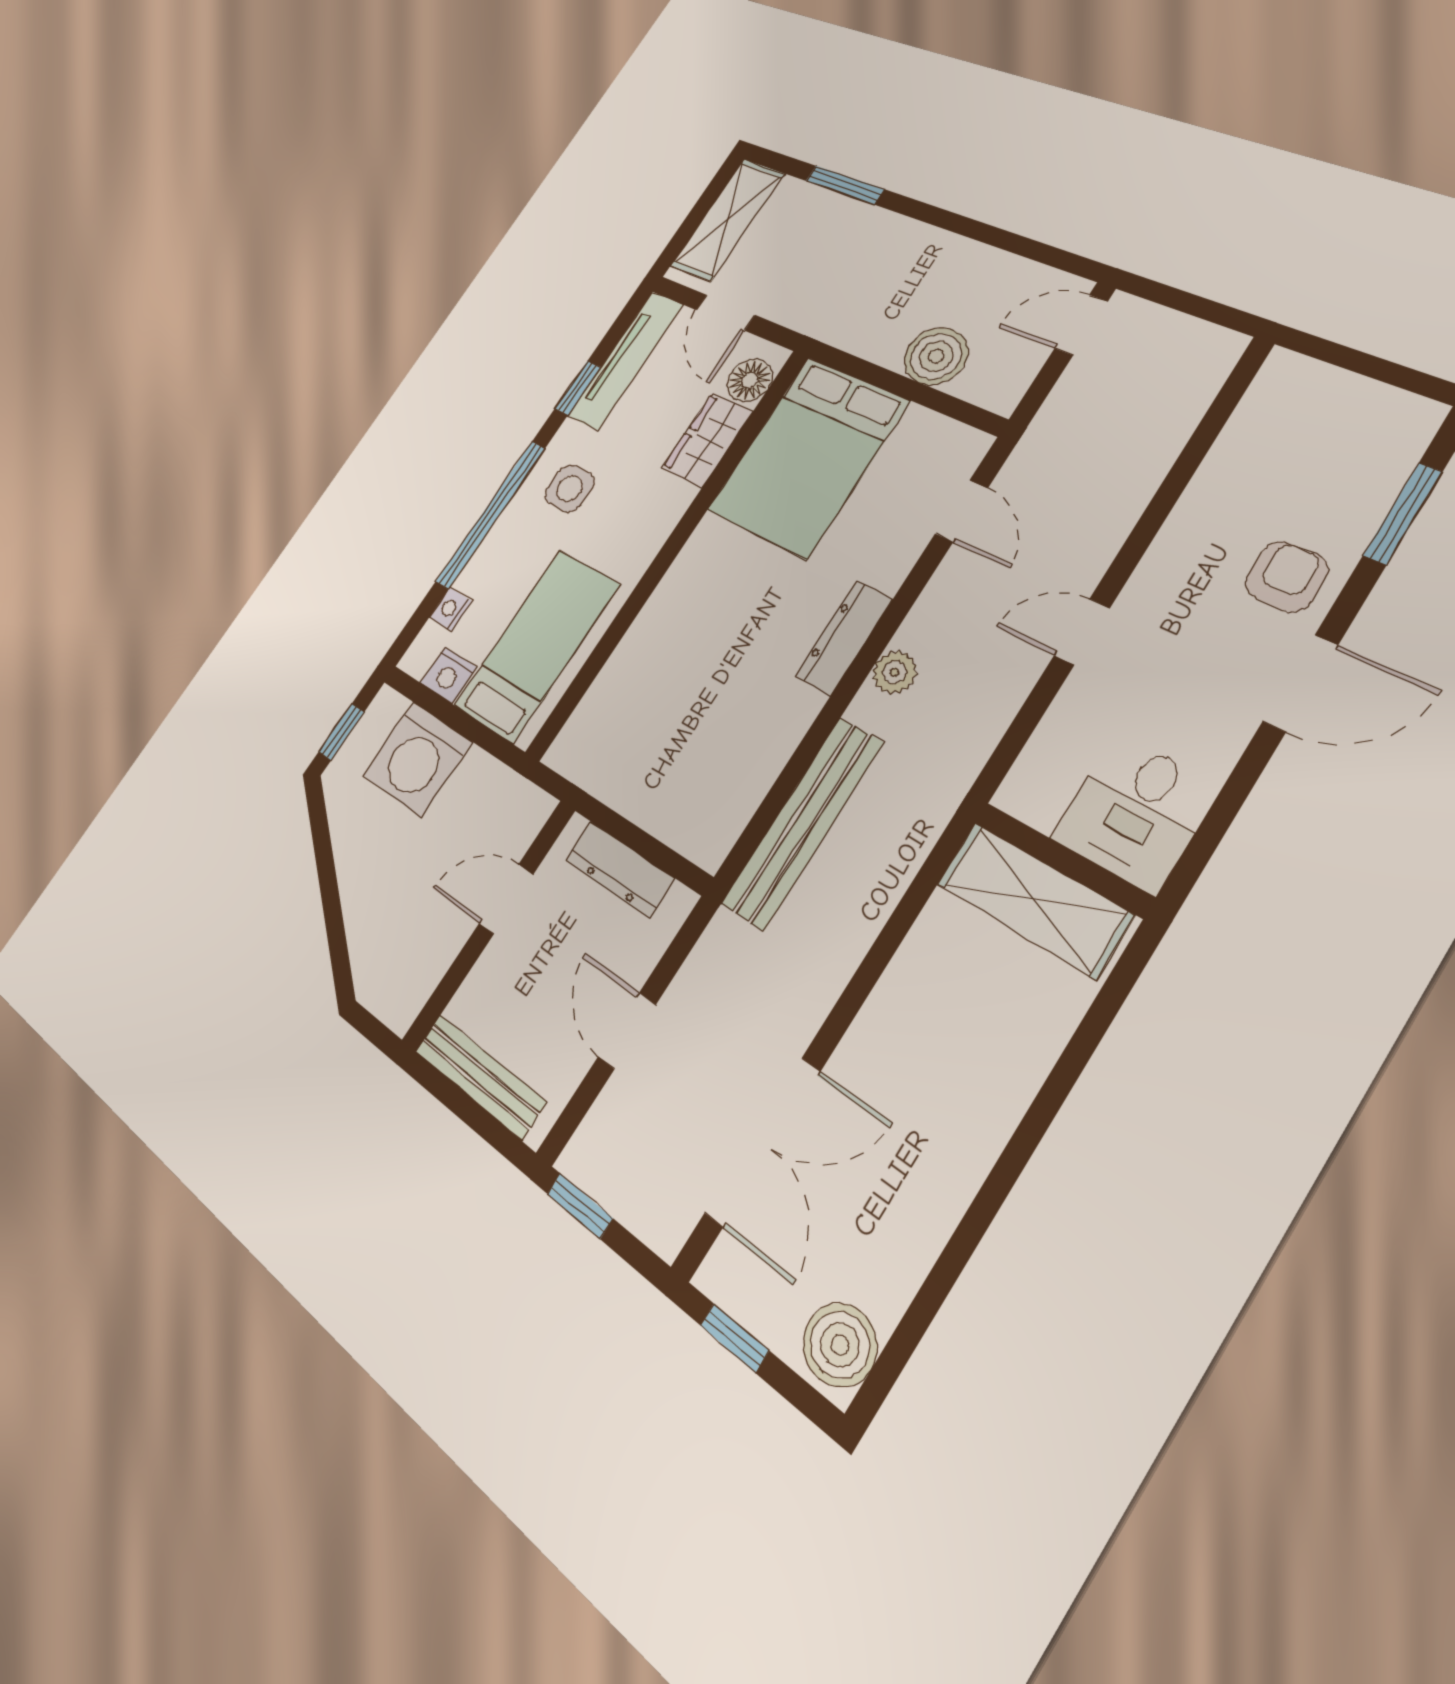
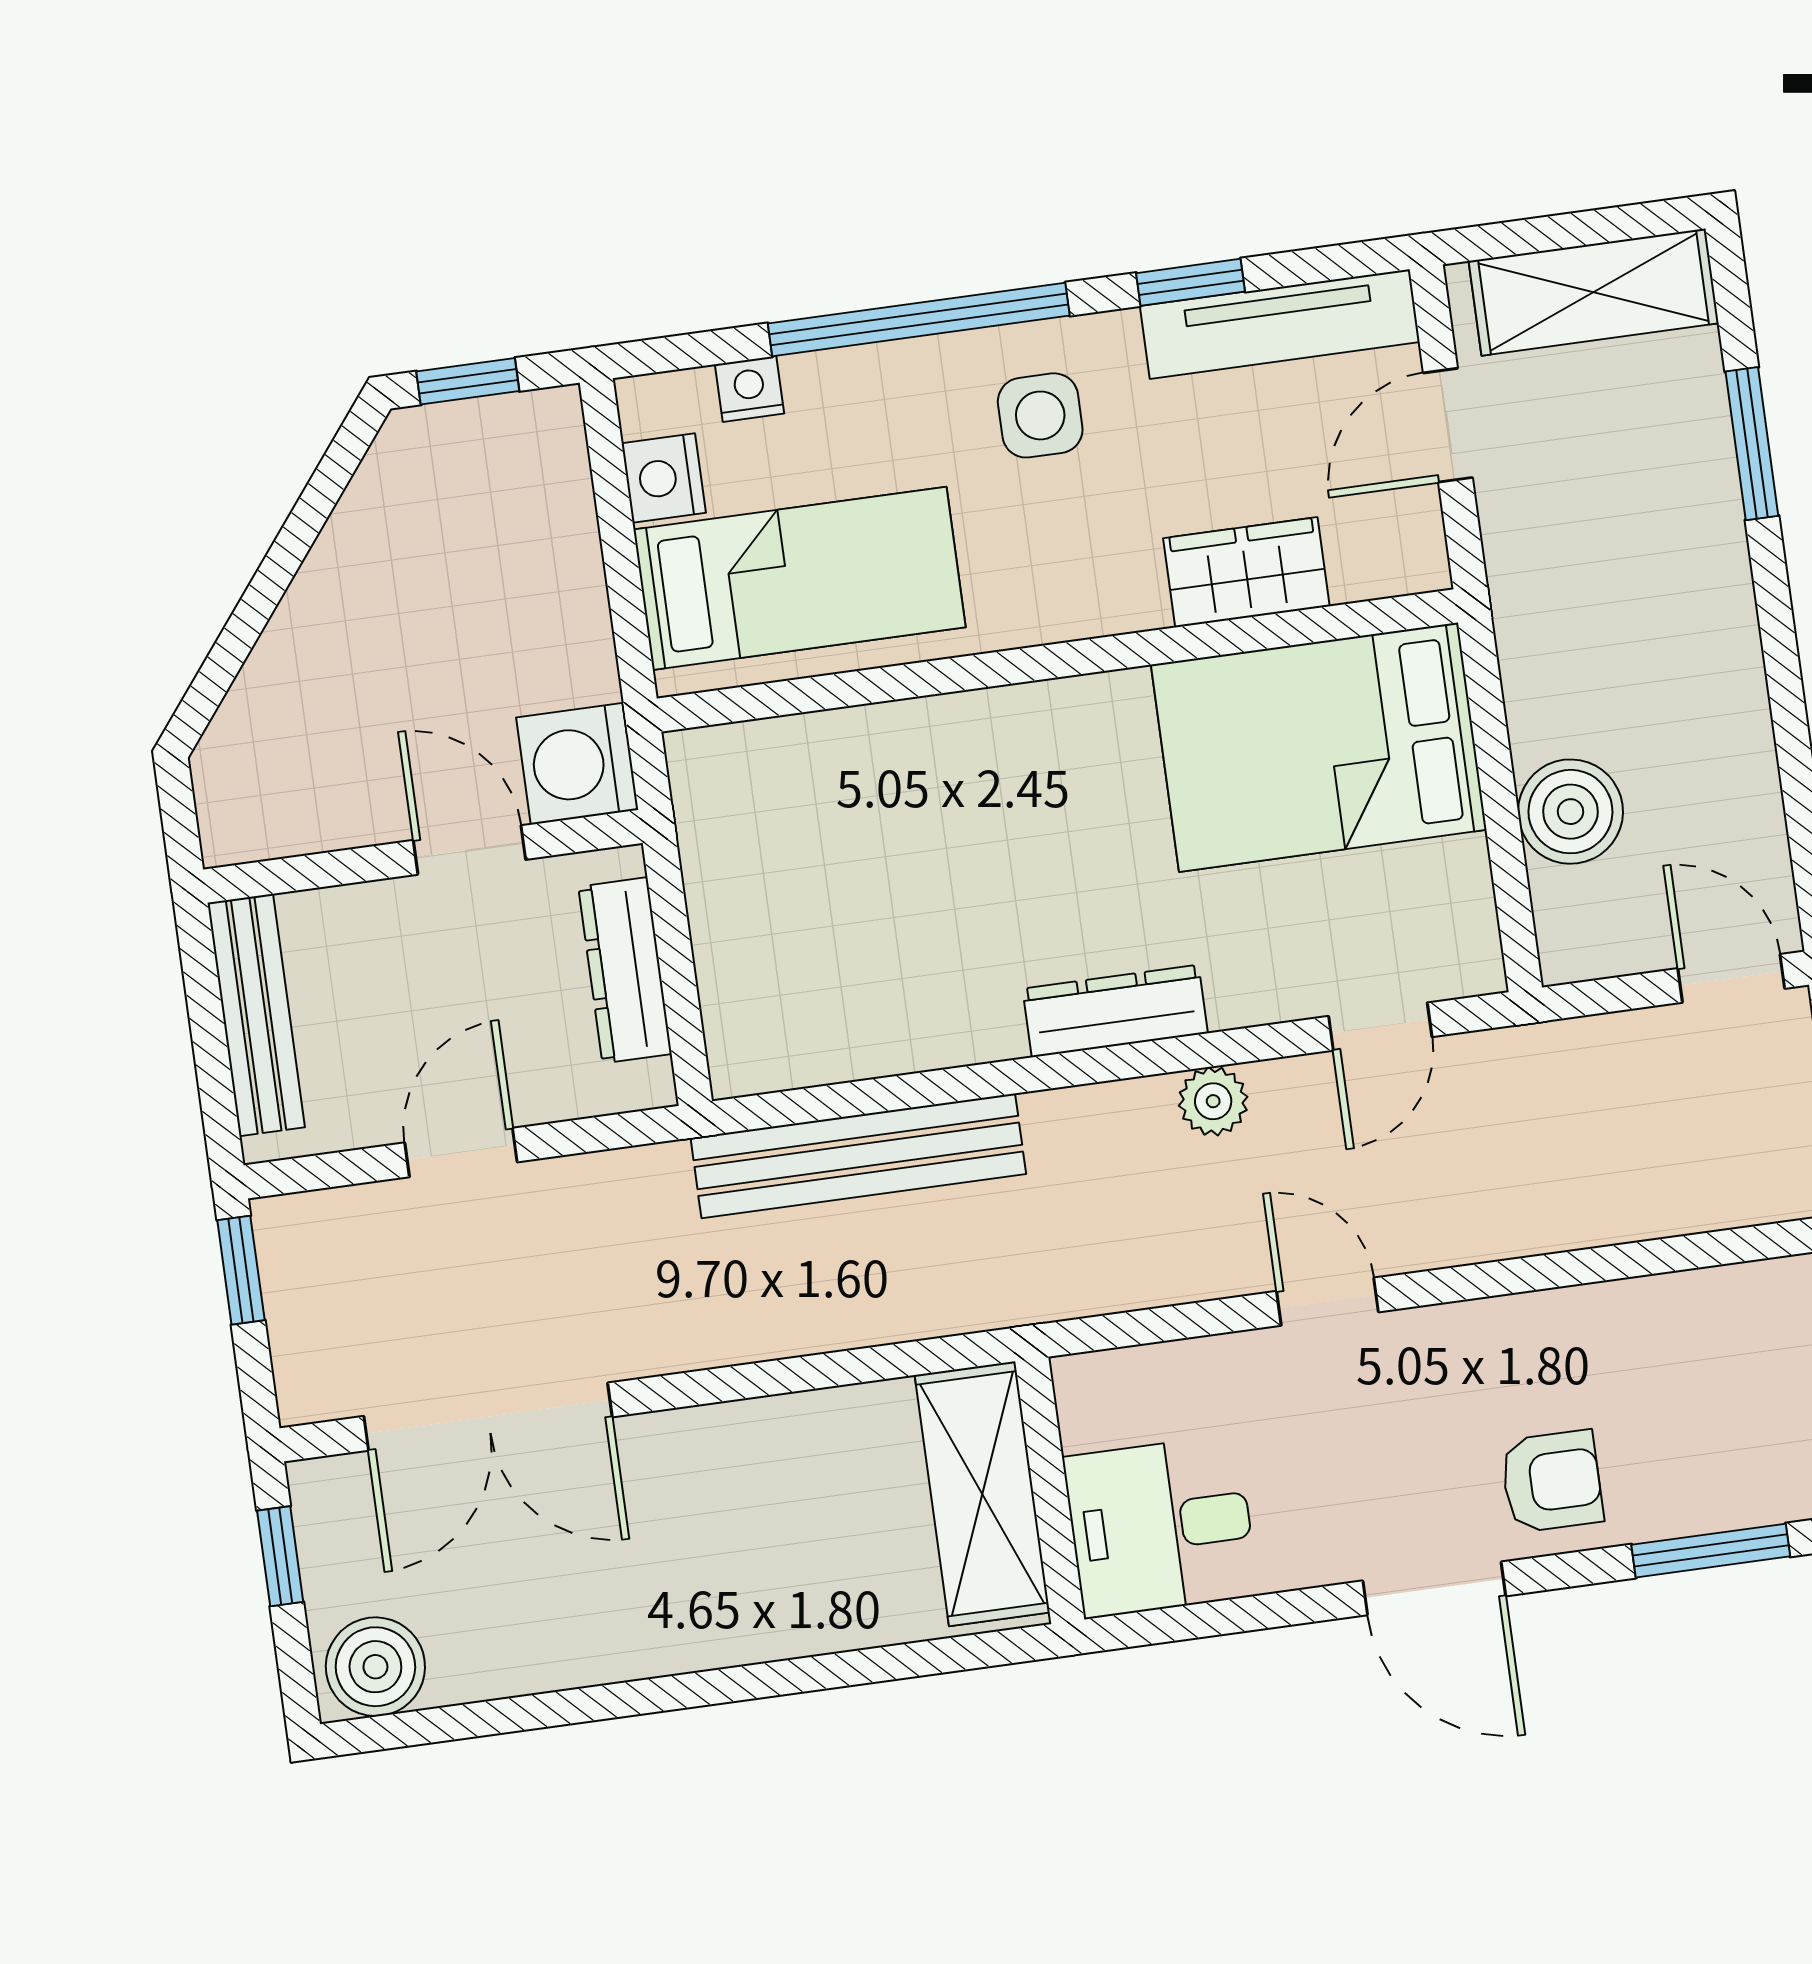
floor lamp: (750, 380) -> (1371, 559), removed
plant: (895, 672) -> (1213, 1101), moved
washing machine: (417, 759) -> (577, 764), moved, width x0.73, depth x0.73

